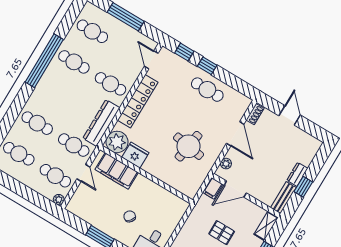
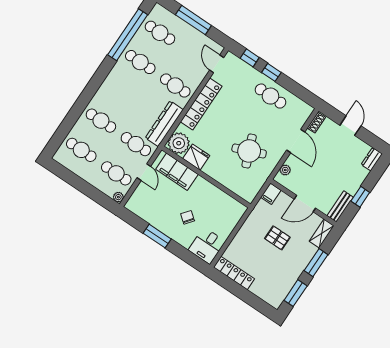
window: (44, 61) -> (128, 35), moved
round table: (189, 146) -> (249, 151), turned -31
dresser: (297, 174) -> (372, 159), moved
door: (235, 189) -> (305, 204), moved

